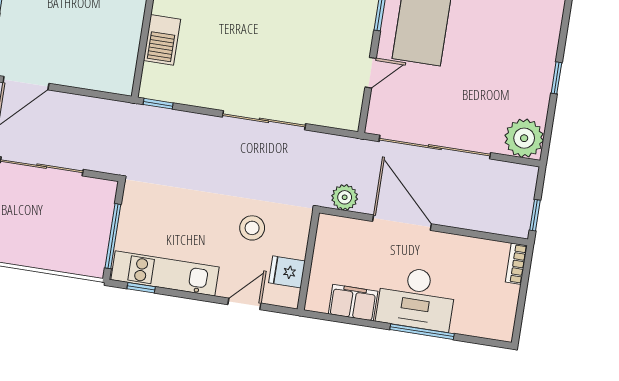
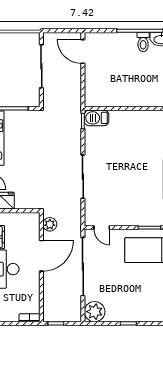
barbecue: (162, 40) -> (97, 118), moved
door: (371, 73) -> (102, 228), moved
stool: (252, 228) -> (27, 179), removed

